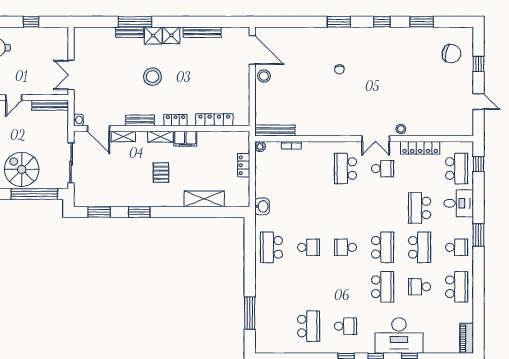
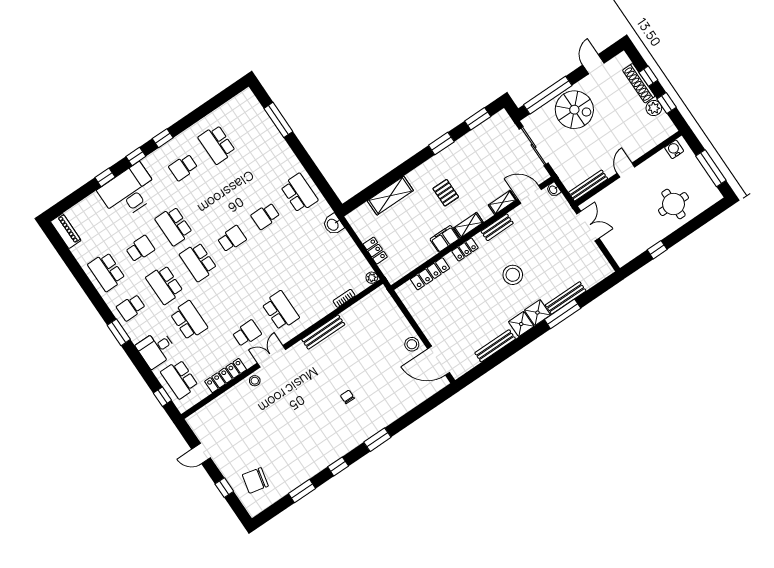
bench: (130, 32) -> (566, 298), width x1.36
bench: (275, 131) -> (323, 332), moved
school desk: (383, 169) -> (247, 333), turned 180

